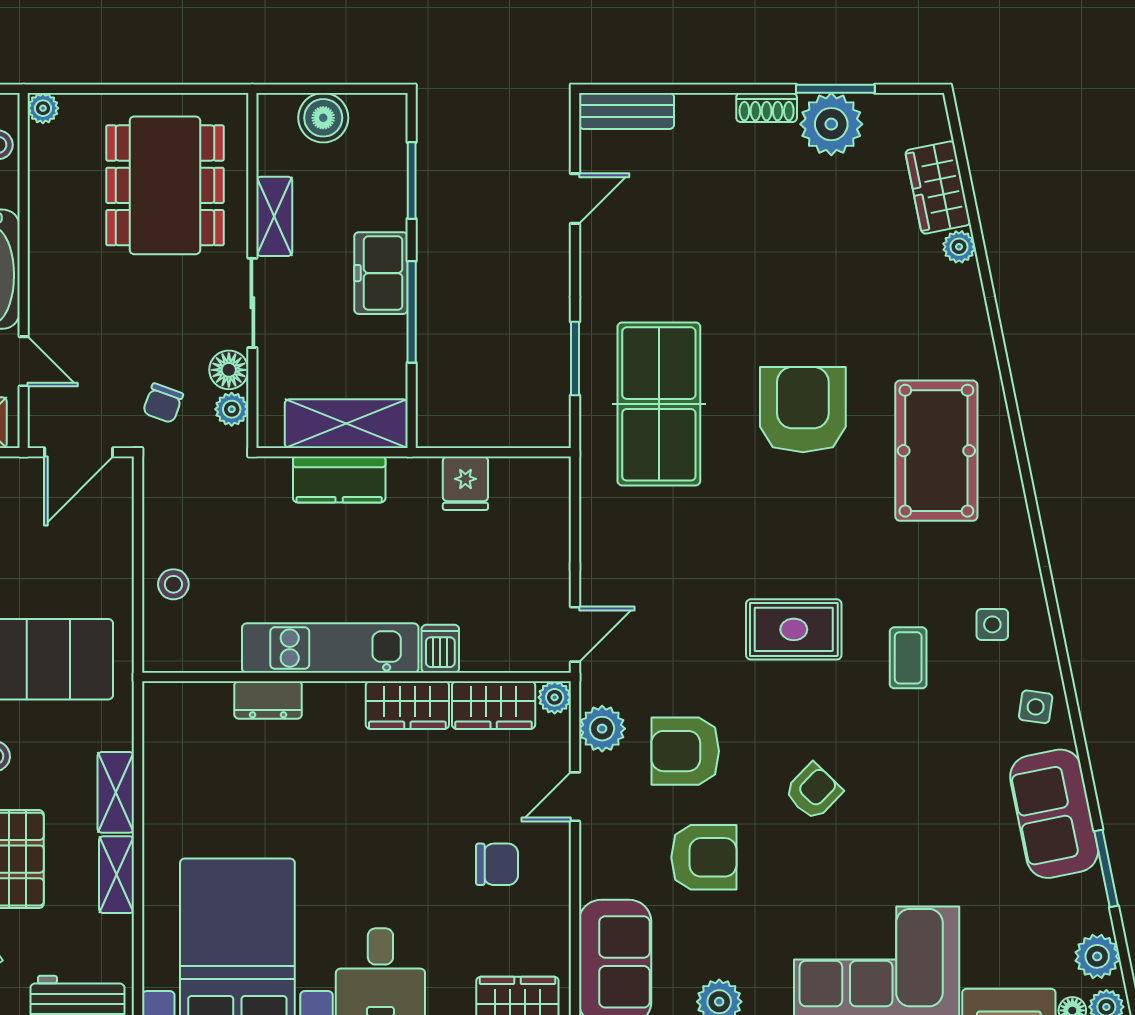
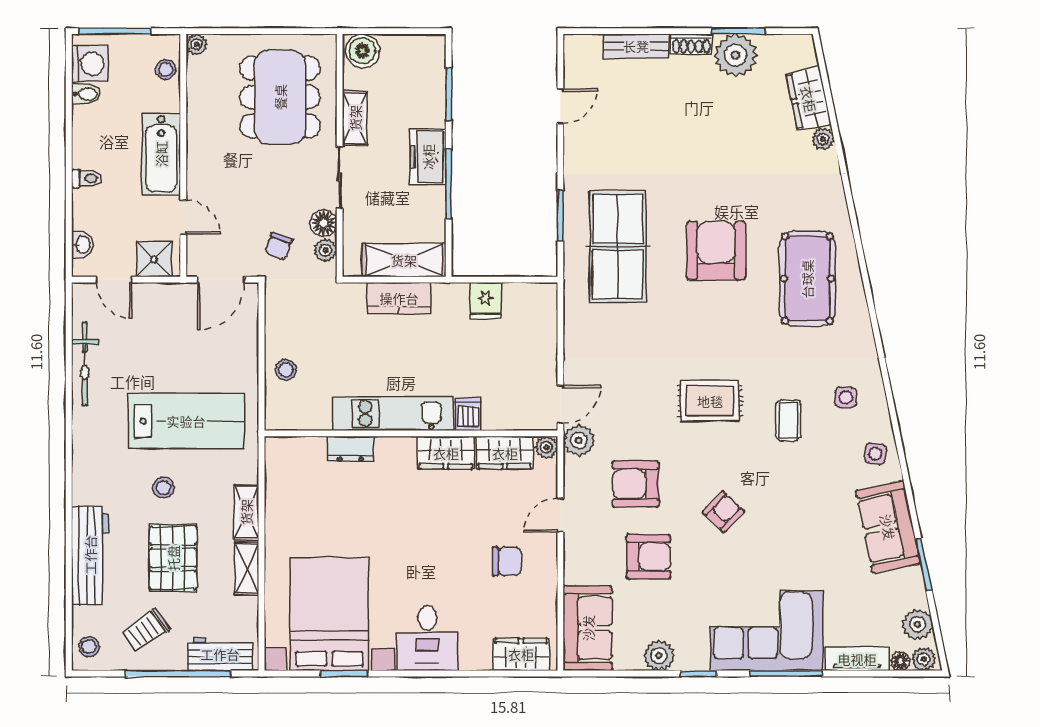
bench: (627, 111) -> (636, 46), moved
boiler: (323, 118) -> (362, 51), moved
plant: (602, 729) -> (579, 440), moved

